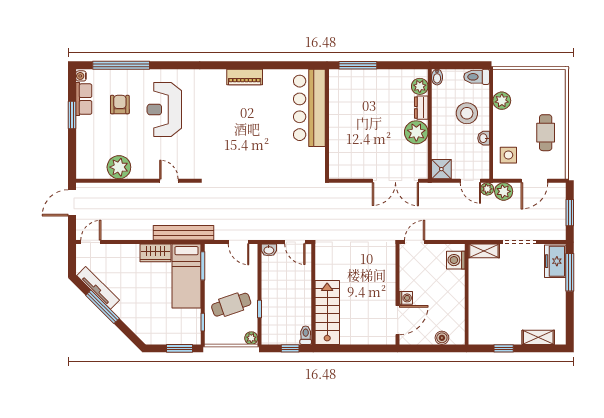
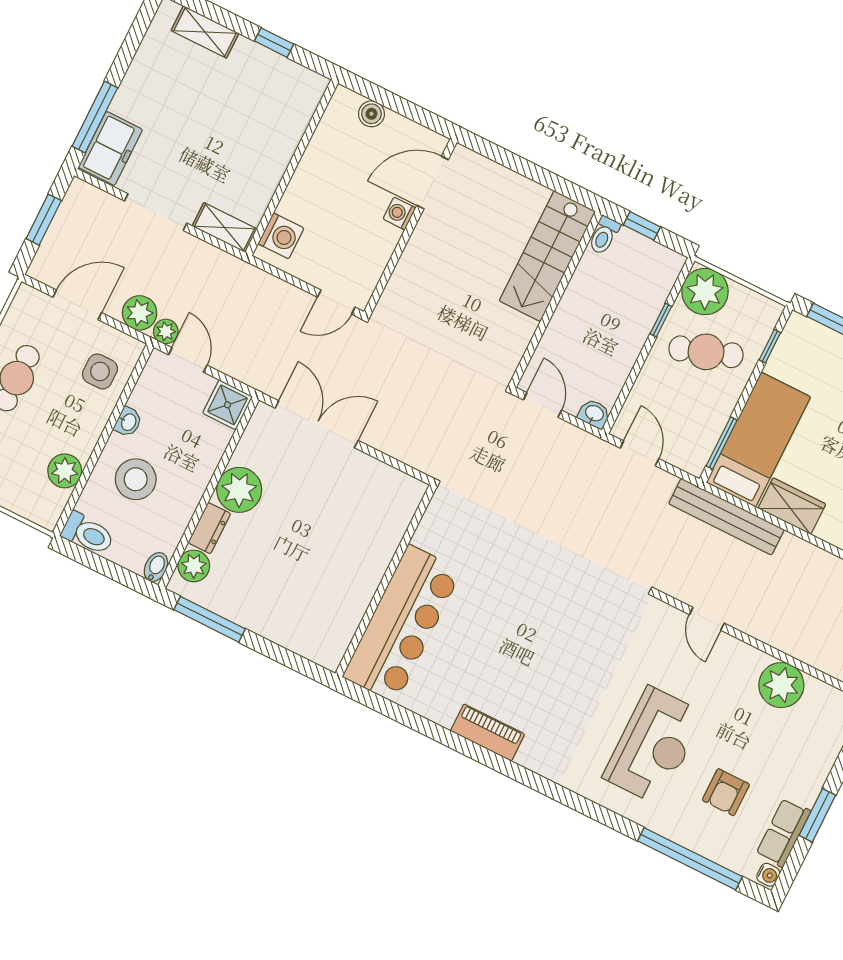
window: (358, 65) -> (210, 619), moved
plant: (251, 338) -> (705, 292), width x1.88, depth x1.88

